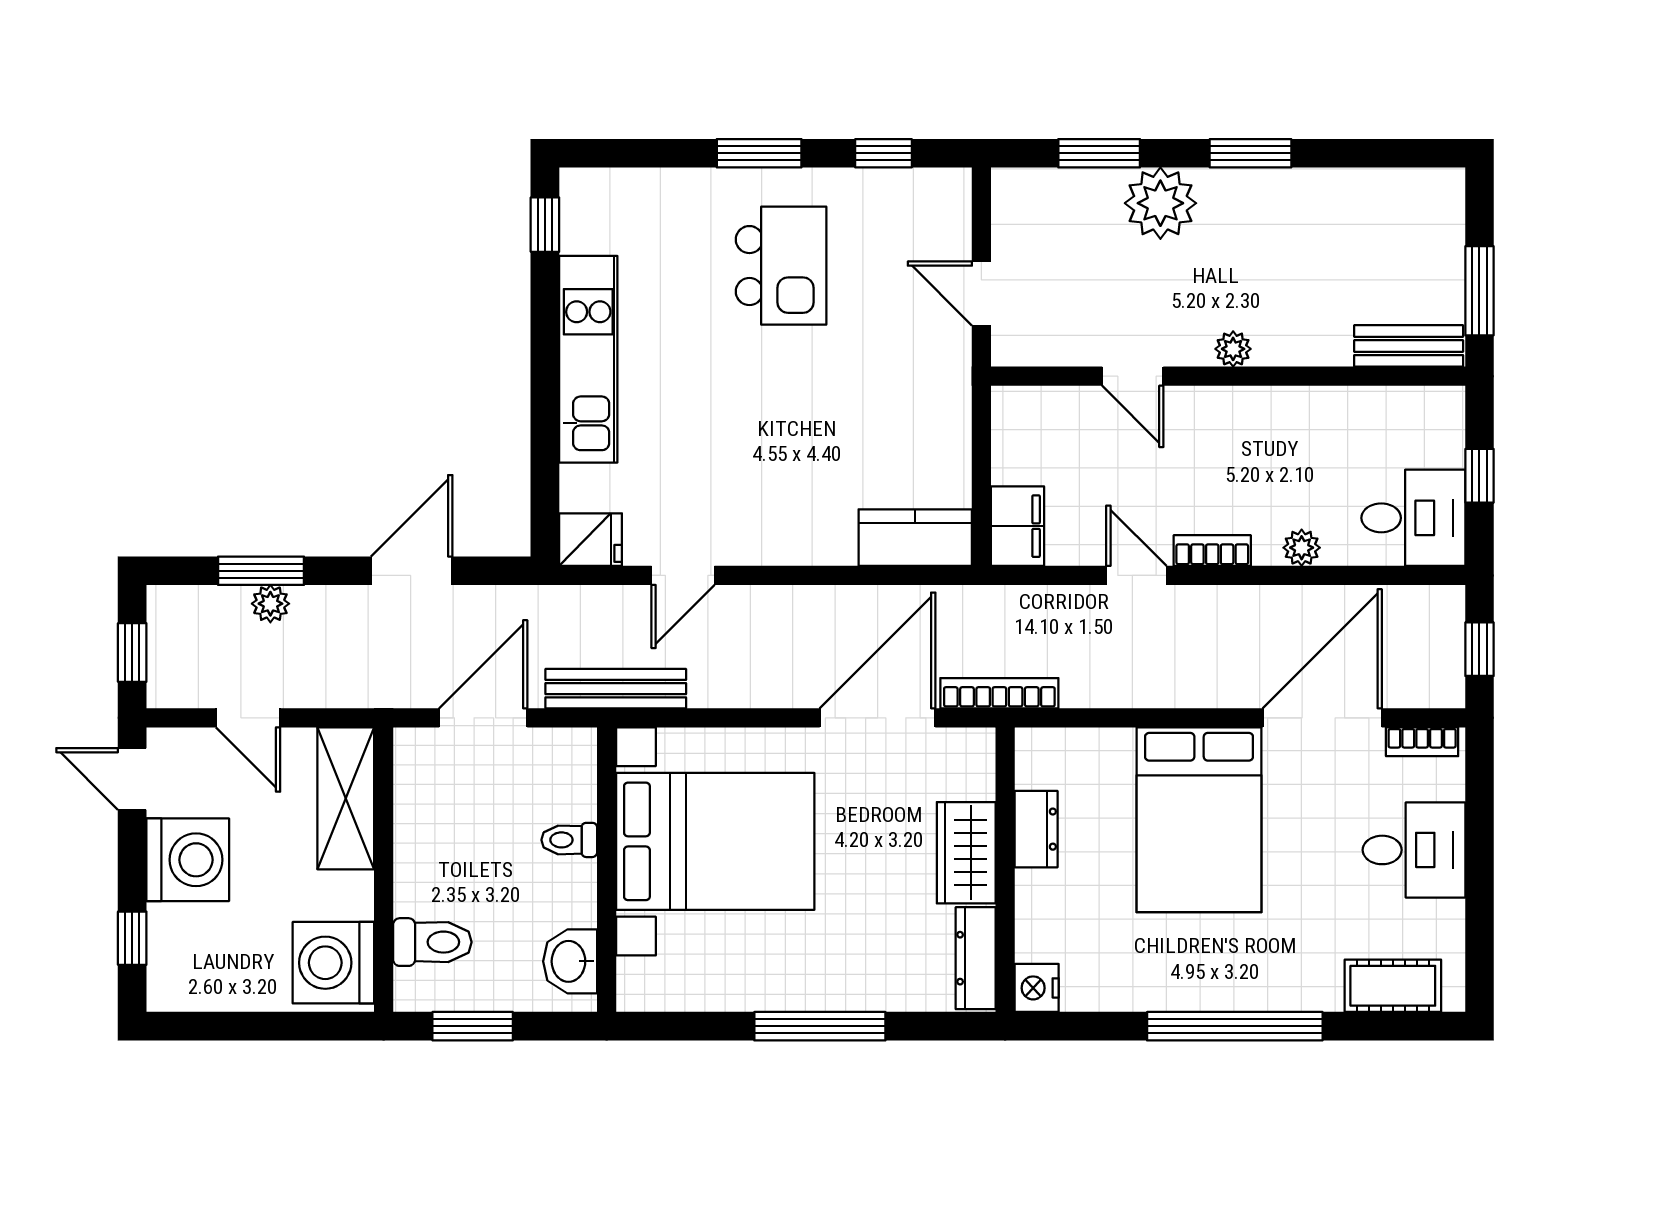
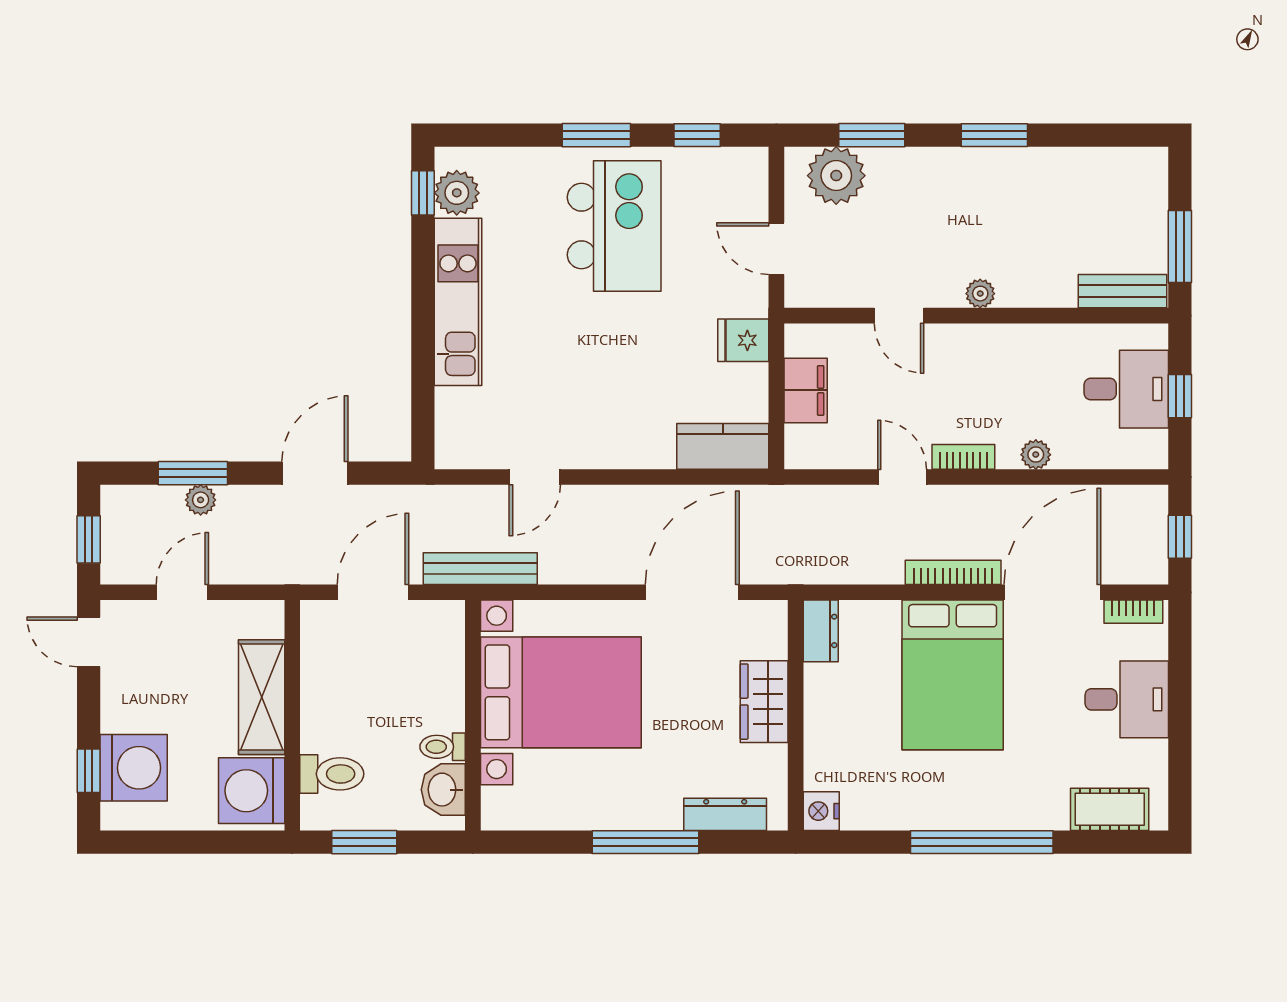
plant: (1160, 203) -> (836, 176), moved
plant: (587, 225) -> (457, 193), added
kitchen island: (781, 266) -> (614, 226), width x1.37, depth x1.28
desk: (1413, 518) -> (1126, 389), moved
filing cabinet: (1017, 526) -> (806, 390), moved
fridge: (591, 540) -> (743, 340), moved, turned 180
bookcase: (999, 693) -> (953, 572), moved
door: (248, 718) -> (182, 592), swing flipped
shelving: (346, 798) -> (262, 697), moved
dresser: (1036, 829) -> (821, 631), moved
toilet: (569, 840) -> (443, 747), moved
washing machine: (188, 860) -> (134, 768), moved
dresser: (976, 958) -> (725, 814), moved, turned 90

